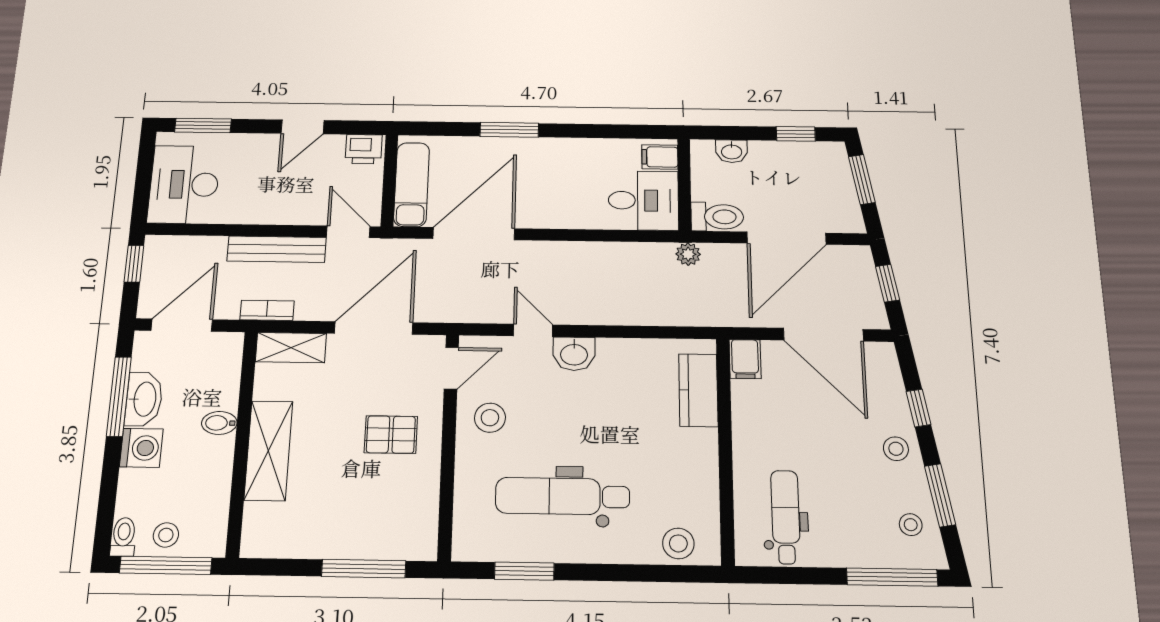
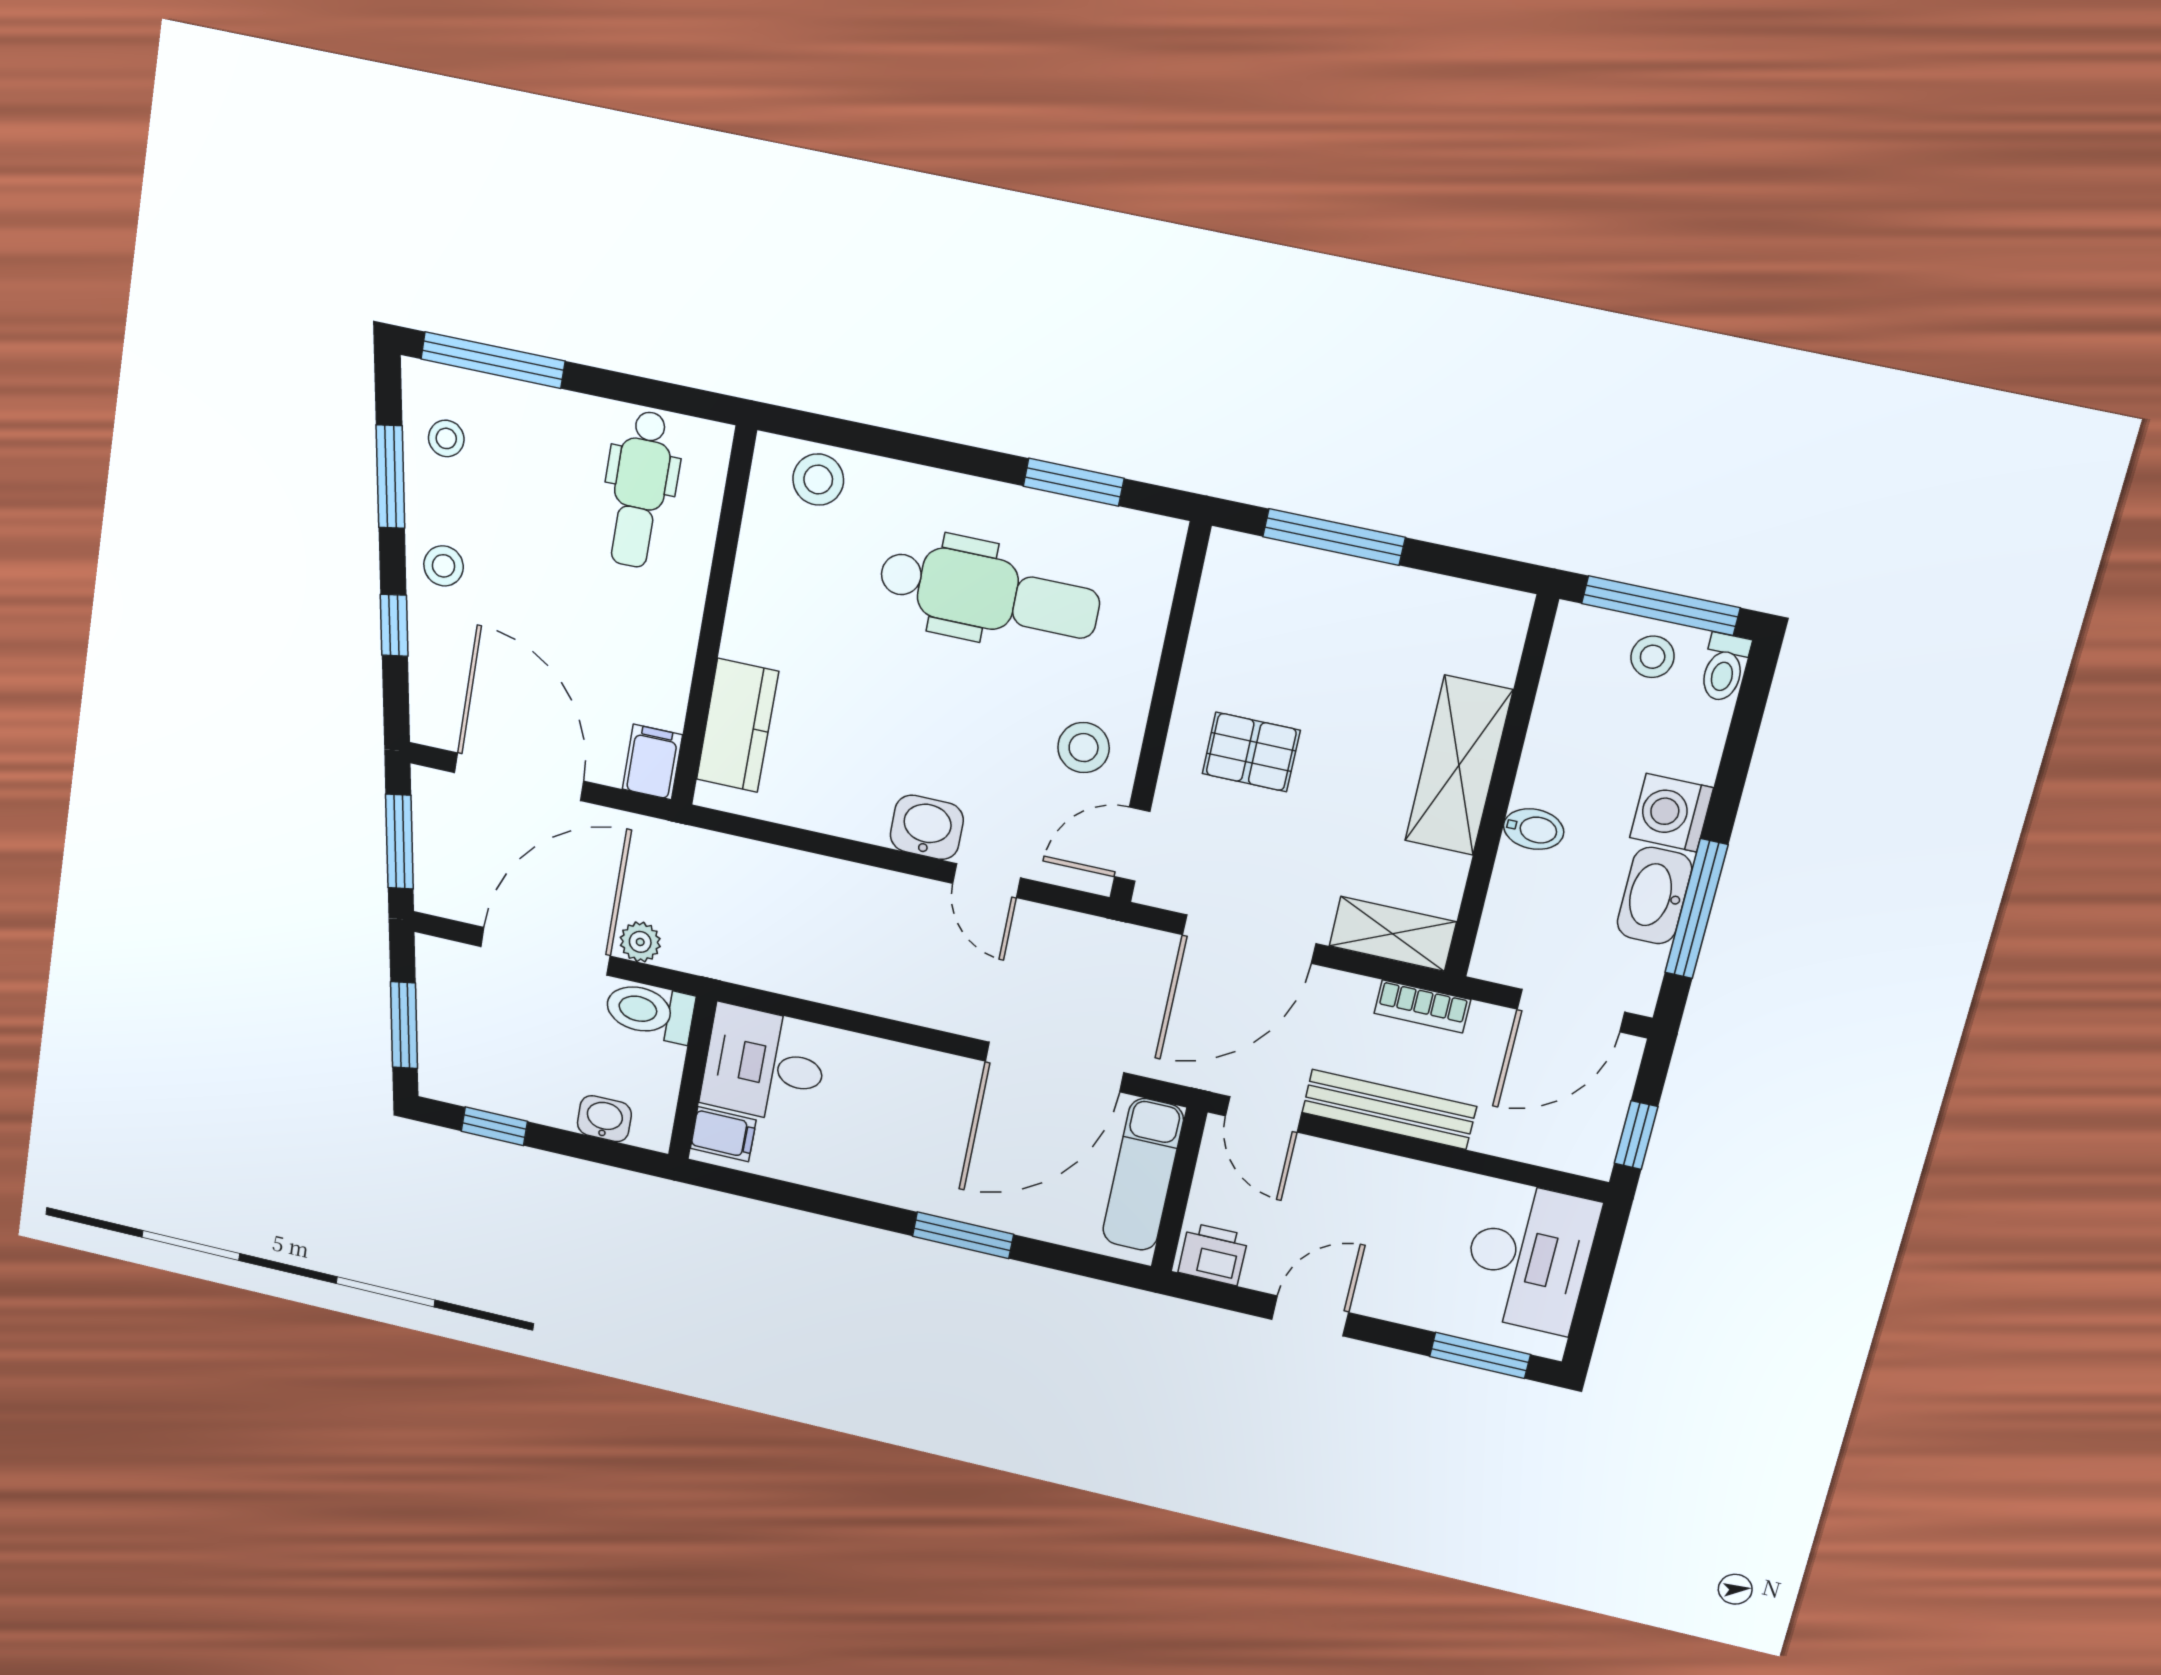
plant: (688, 254) -> (640, 942), moved
window: (888, 283) -> (399, 842), width x1.50

